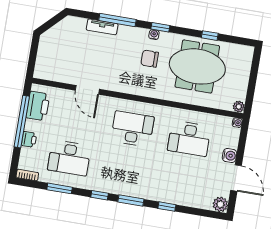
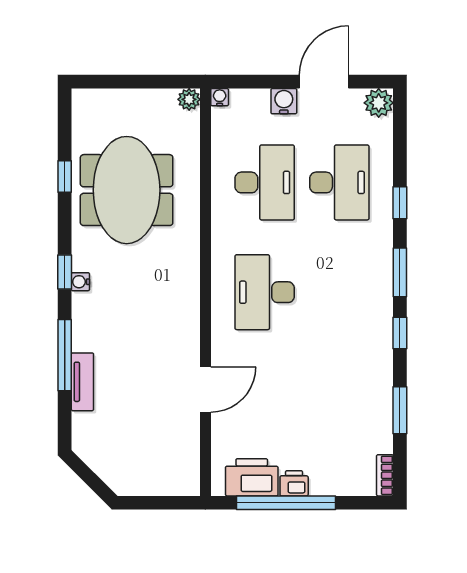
chair: (150, 59) -> (127, 282), removed
printer: (29, 139) -> (294, 483), moved
desk: (69, 158) -> (339, 182), moved

